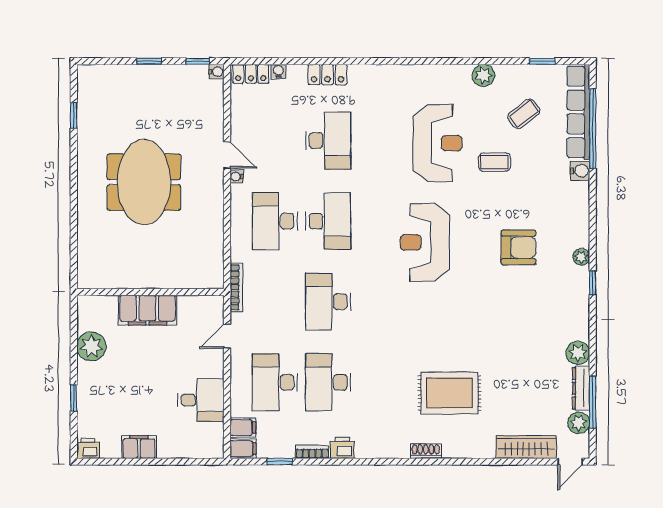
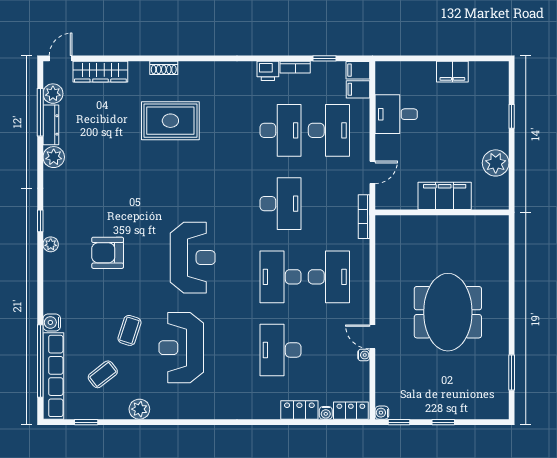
locker: (328, 75) -> (299, 410), moved
window: (74, 116) -> (512, 373), width x1.50
coffee table: (494, 162) -> (129, 330), turned -72
water cooler: (237, 177) -> (364, 355), moved
printer: (88, 448) -> (499, 70), removed
shoe rack: (426, 451) -> (164, 68), moved

